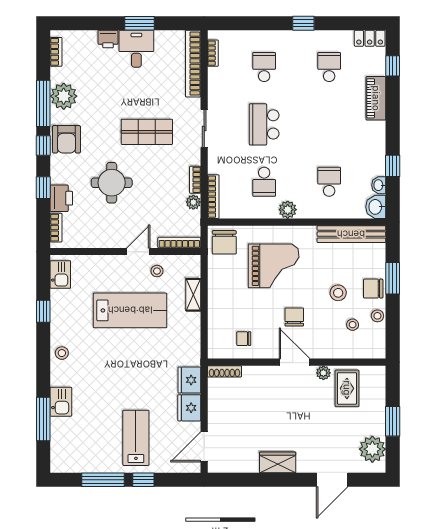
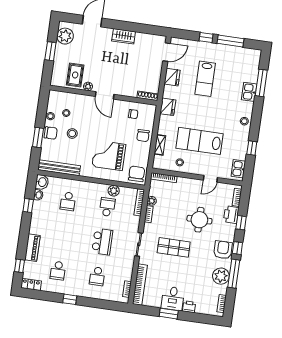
plant: (288, 210) -> (114, 191), moved
door: (138, 252) -> (210, 179), moved
chair: (294, 317) -> (143, 136), moved
fridge: (189, 380) -> (168, 107), moved
lab bench: (136, 438) -> (205, 79), moved

